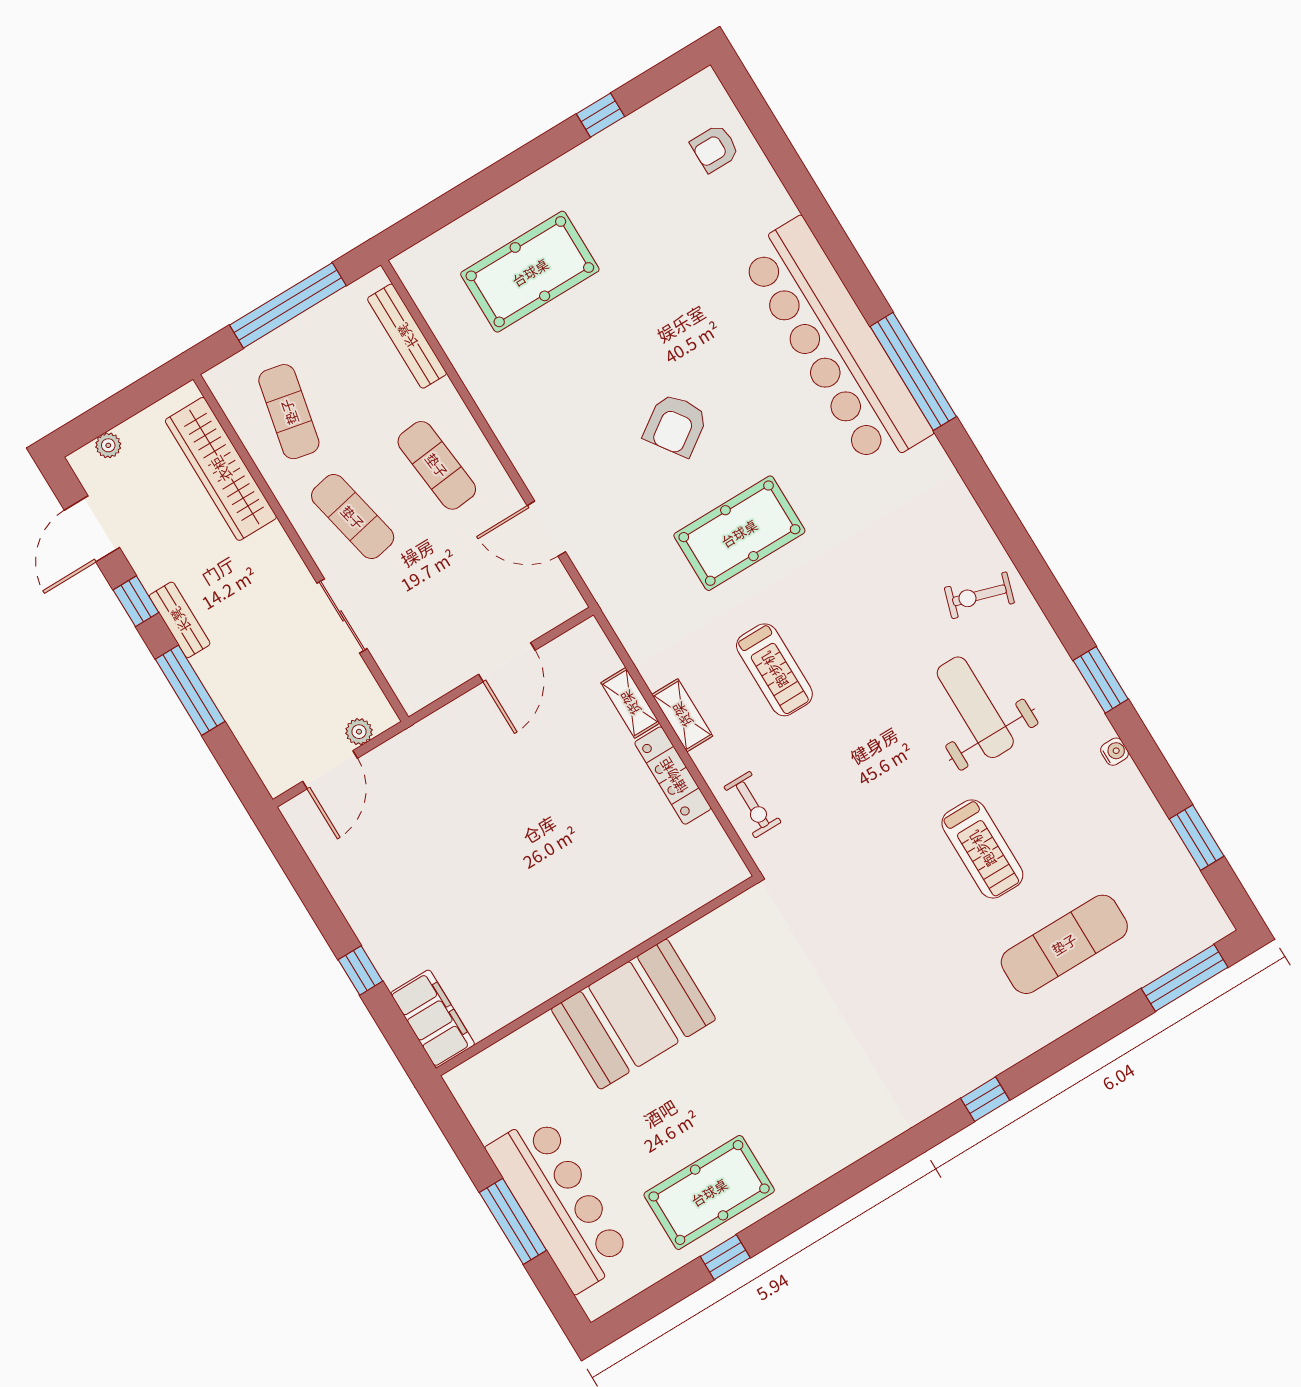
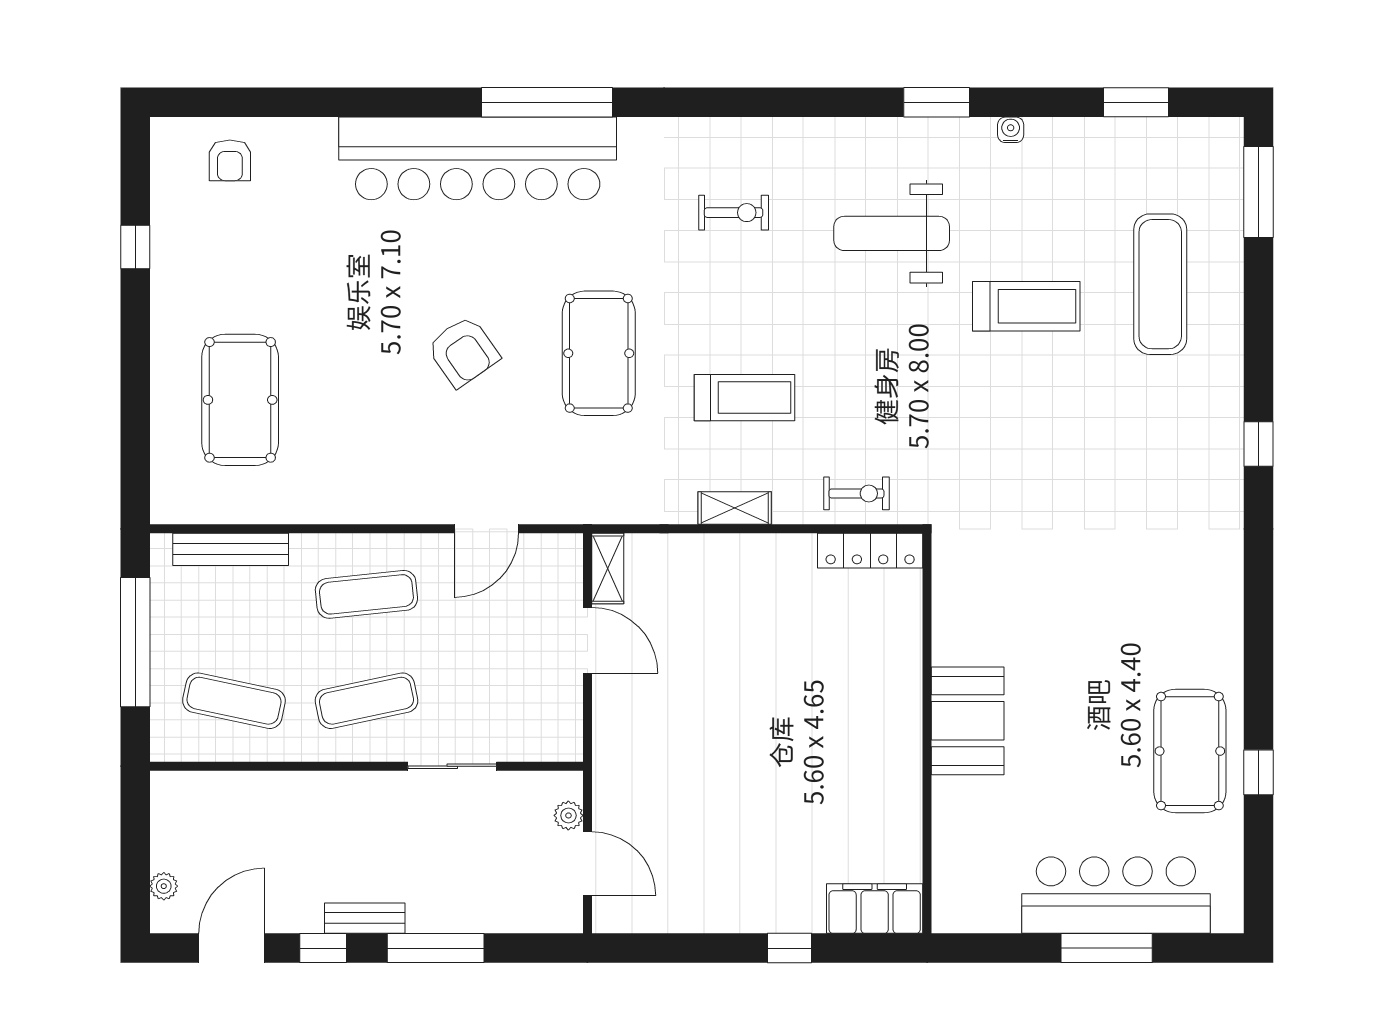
wardrobe: (221, 469) -> (249, 796), removed
door: (92, 529) -> (232, 948), swing flipped
exercise bike: (979, 595) -> (734, 213), moved, turned -107
shelving: (630, 703) -> (608, 569), moved, turned 90
locker: (673, 776) -> (870, 551), moved
booth: (633, 1014) -> (968, 721), width x0.73, depth x0.70

